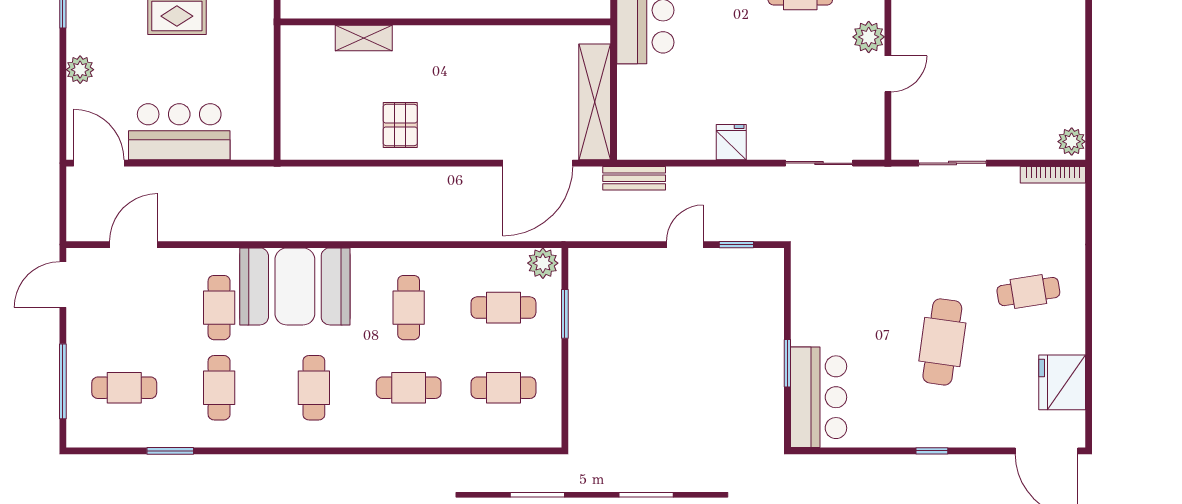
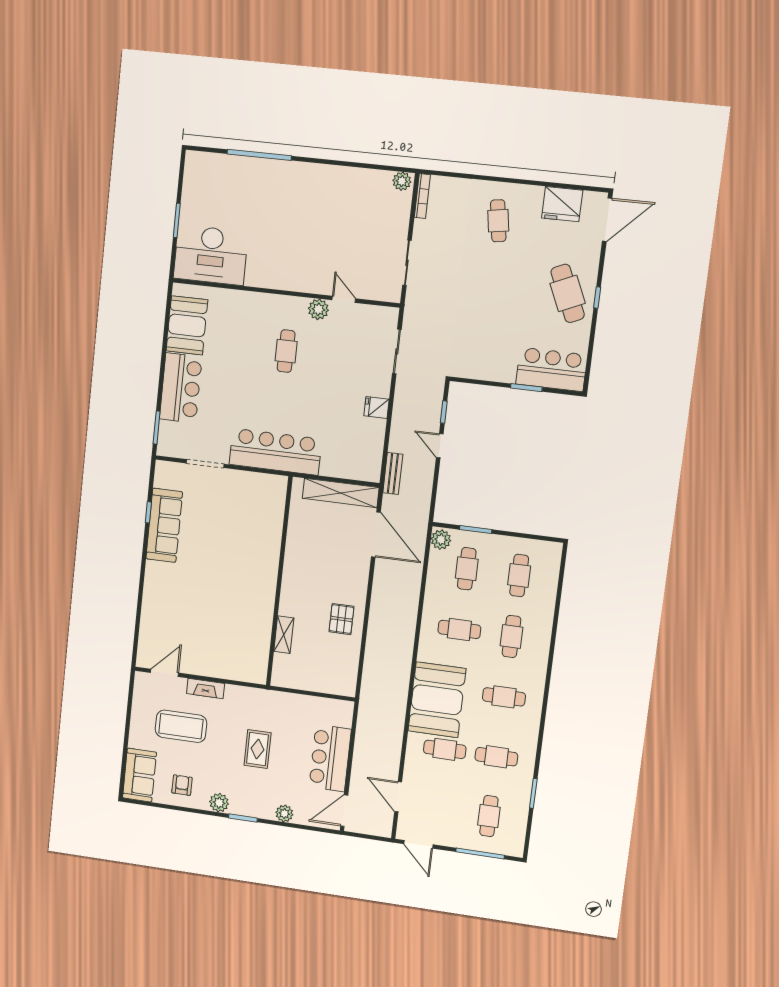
pallet: (400, 125) -> (341, 619), turned 90
cafe table: (942, 342) -> (568, 293), moved, turned 58

